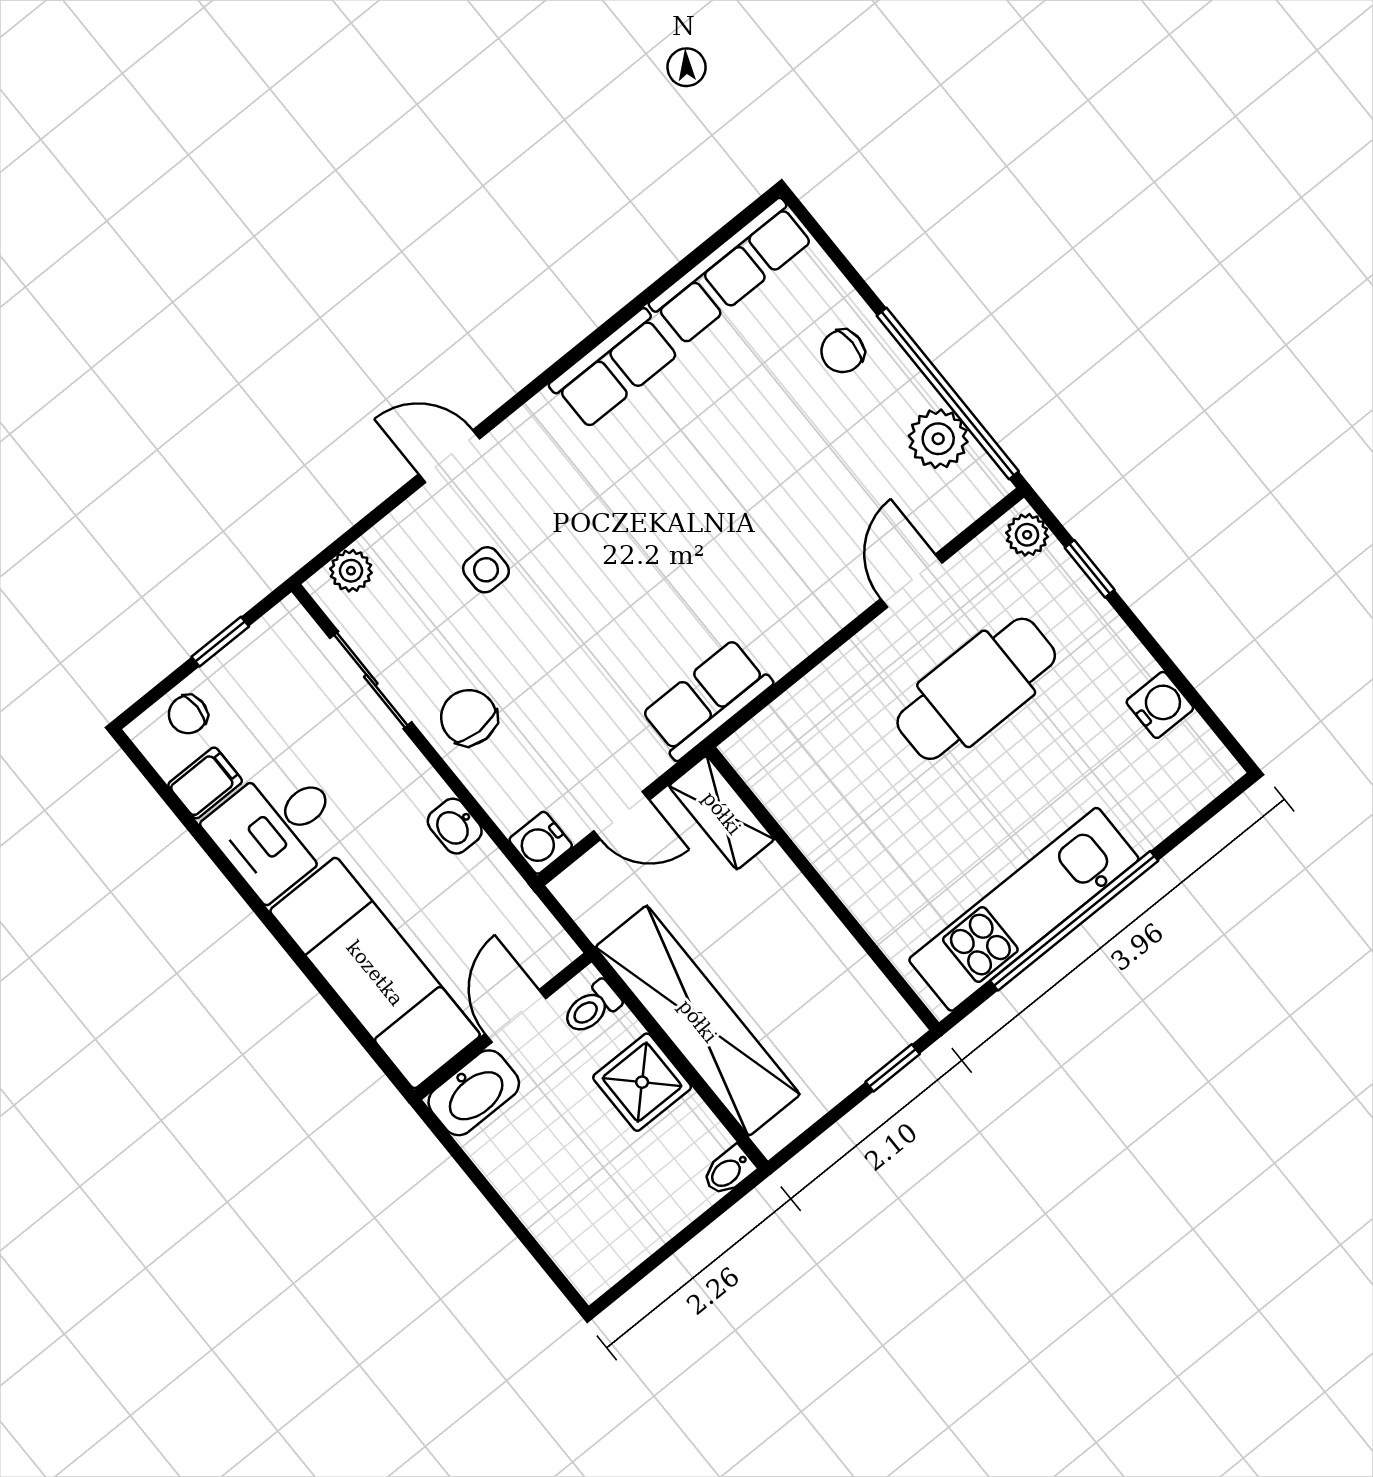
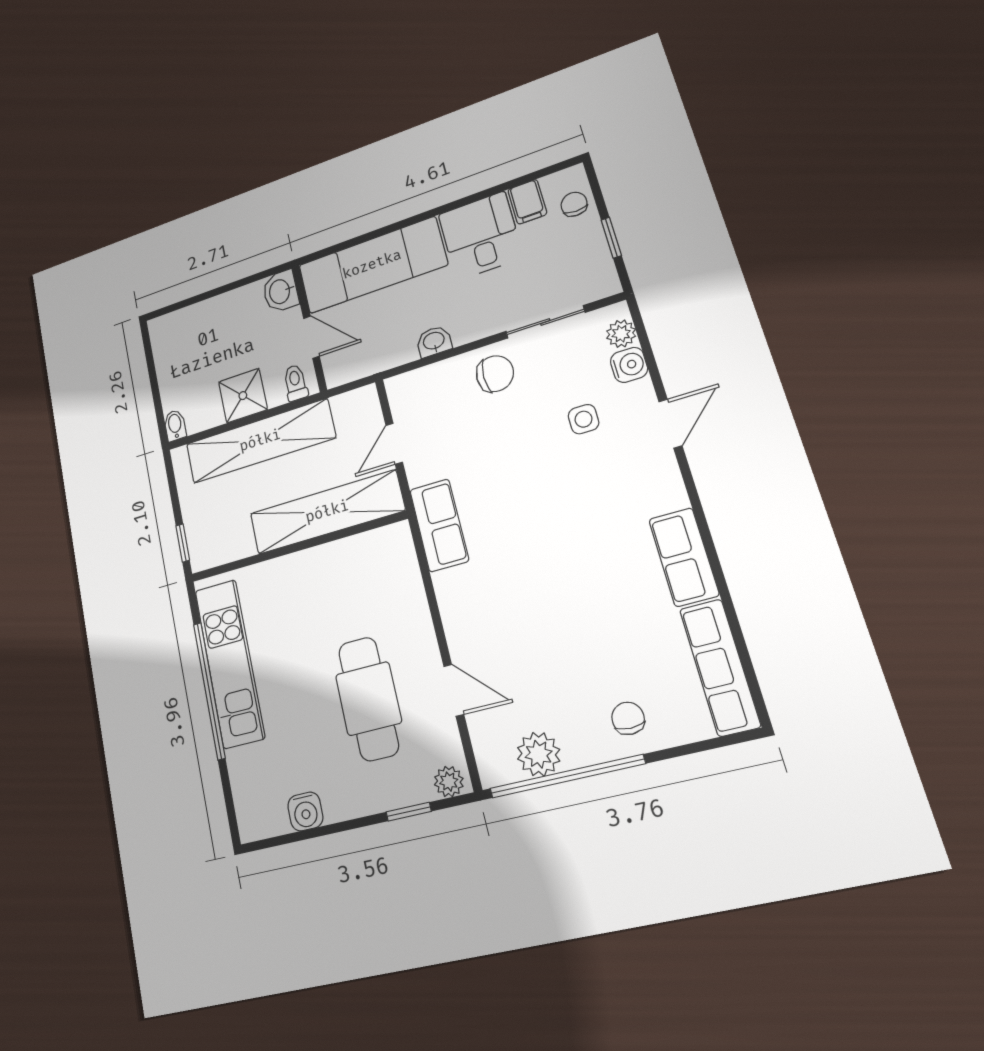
shelving: (722, 813) -> (327, 512), width x2.20, depth x1.33
water cooler: (541, 843) -> (629, 365), moved, turned 90
washbasin: (474, 1093) -> (280, 291), width x0.72

